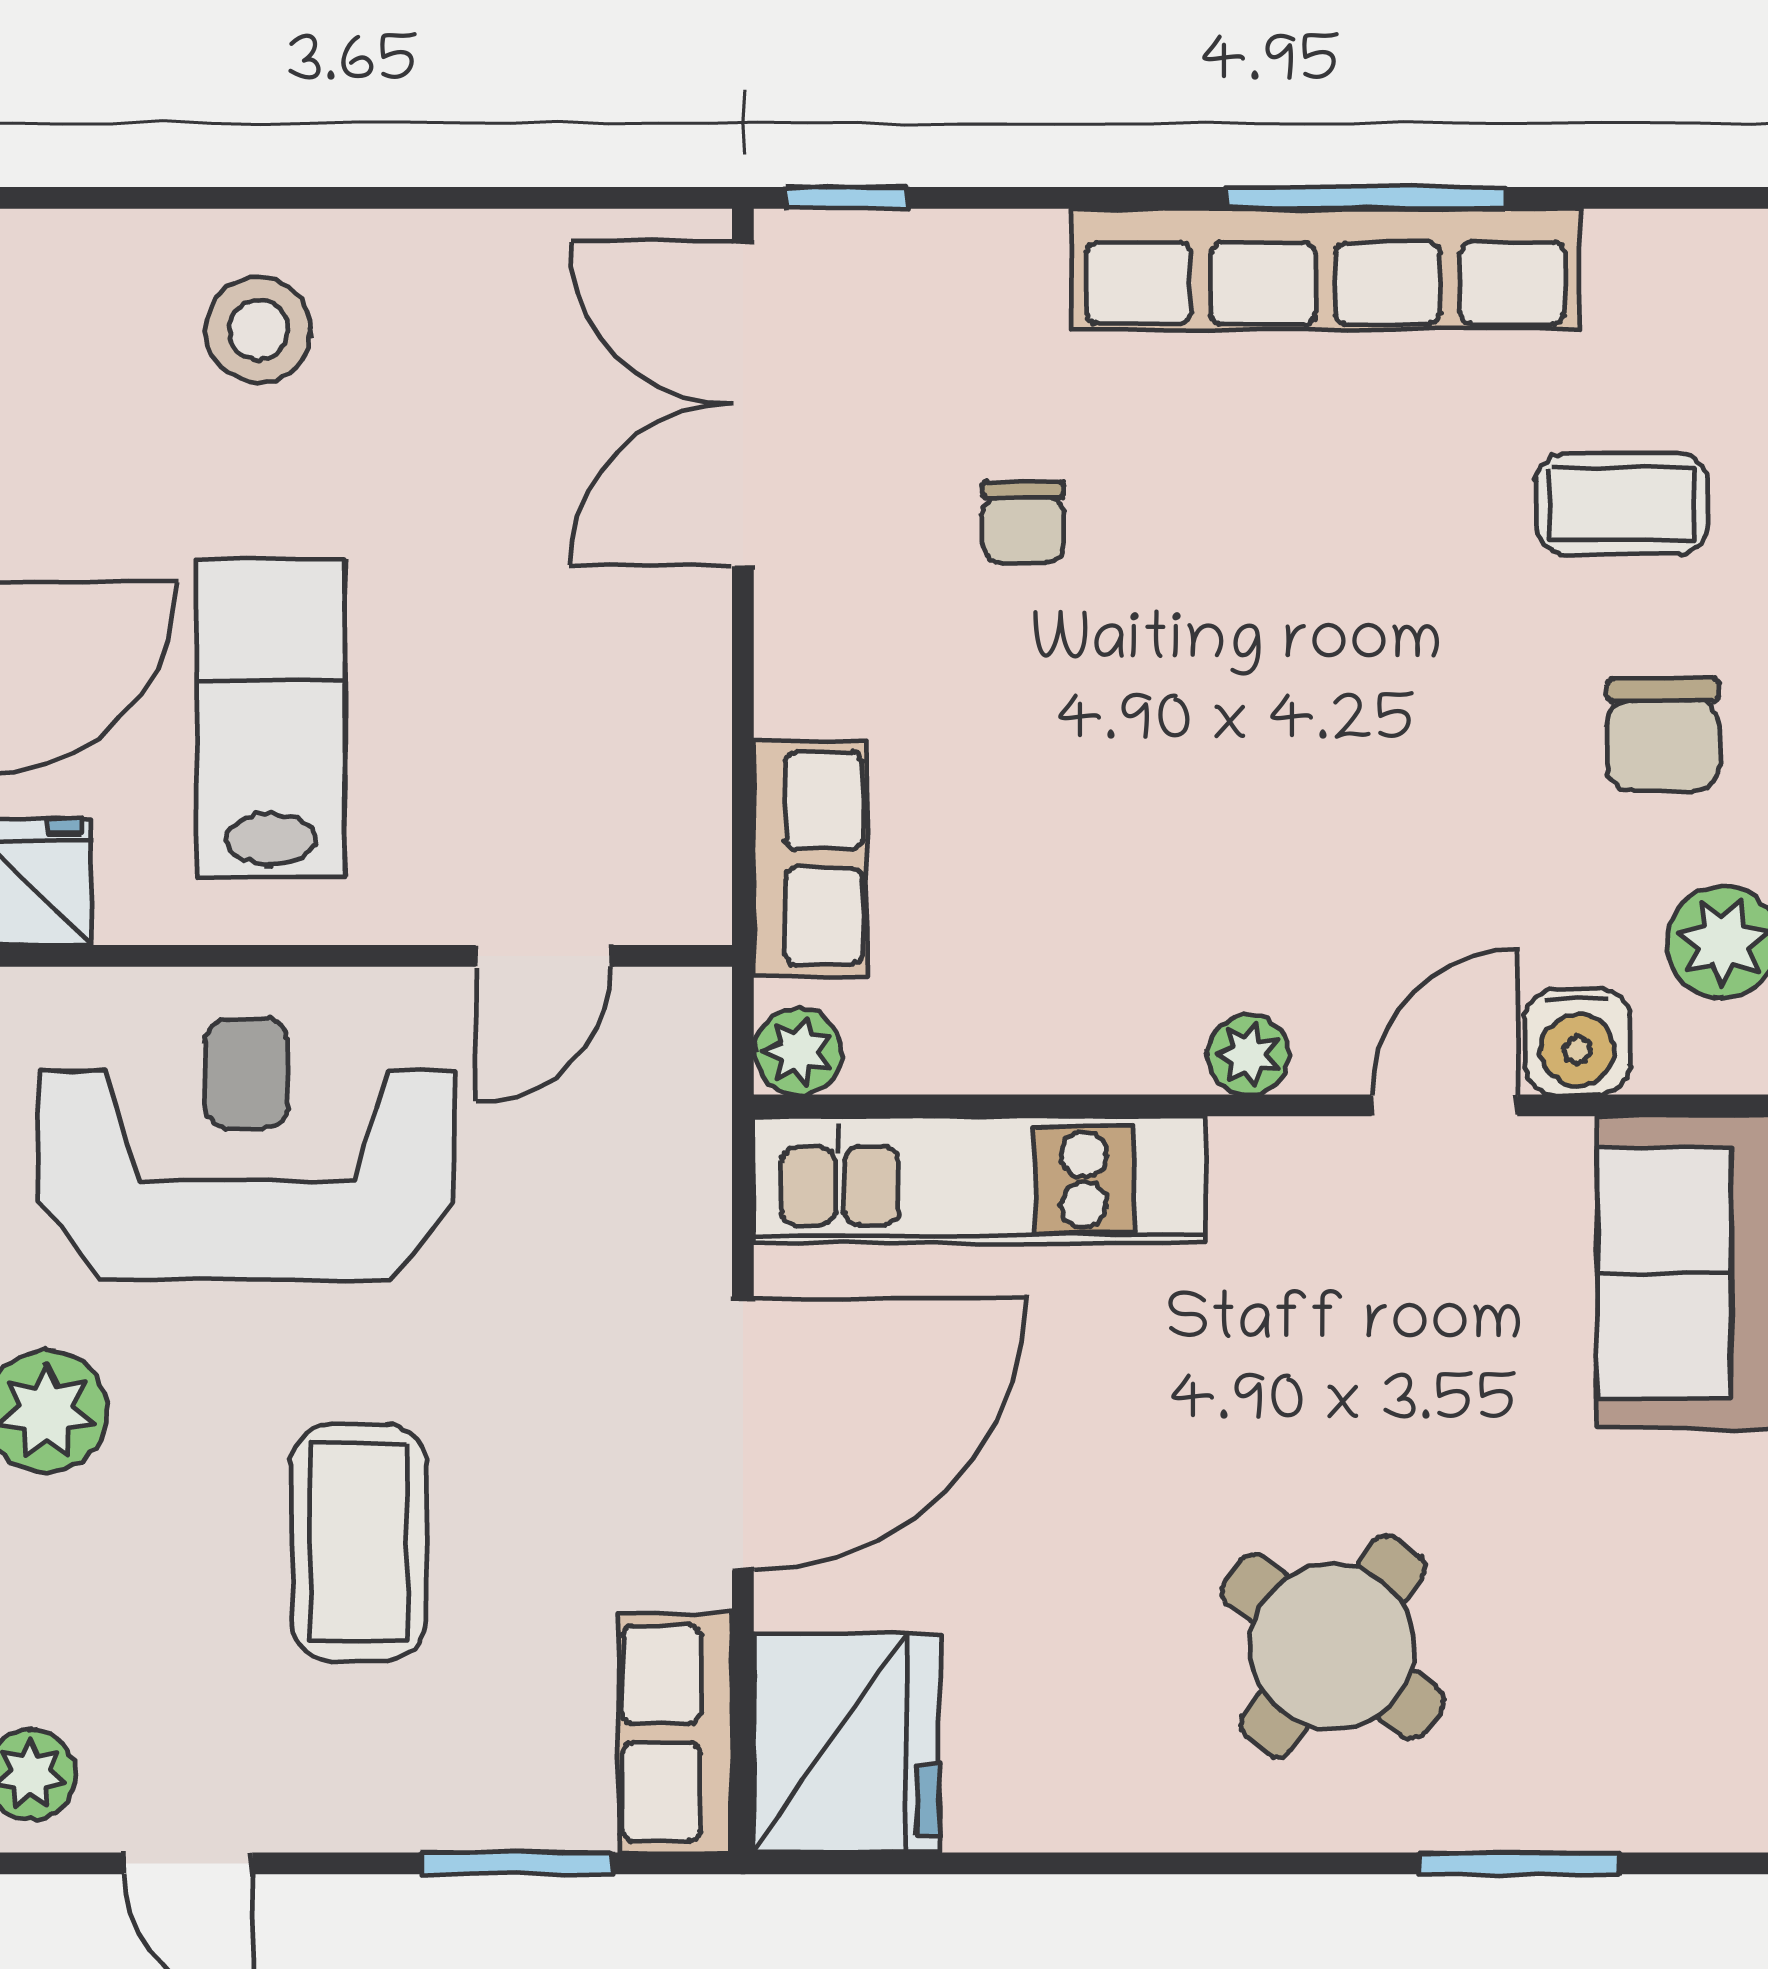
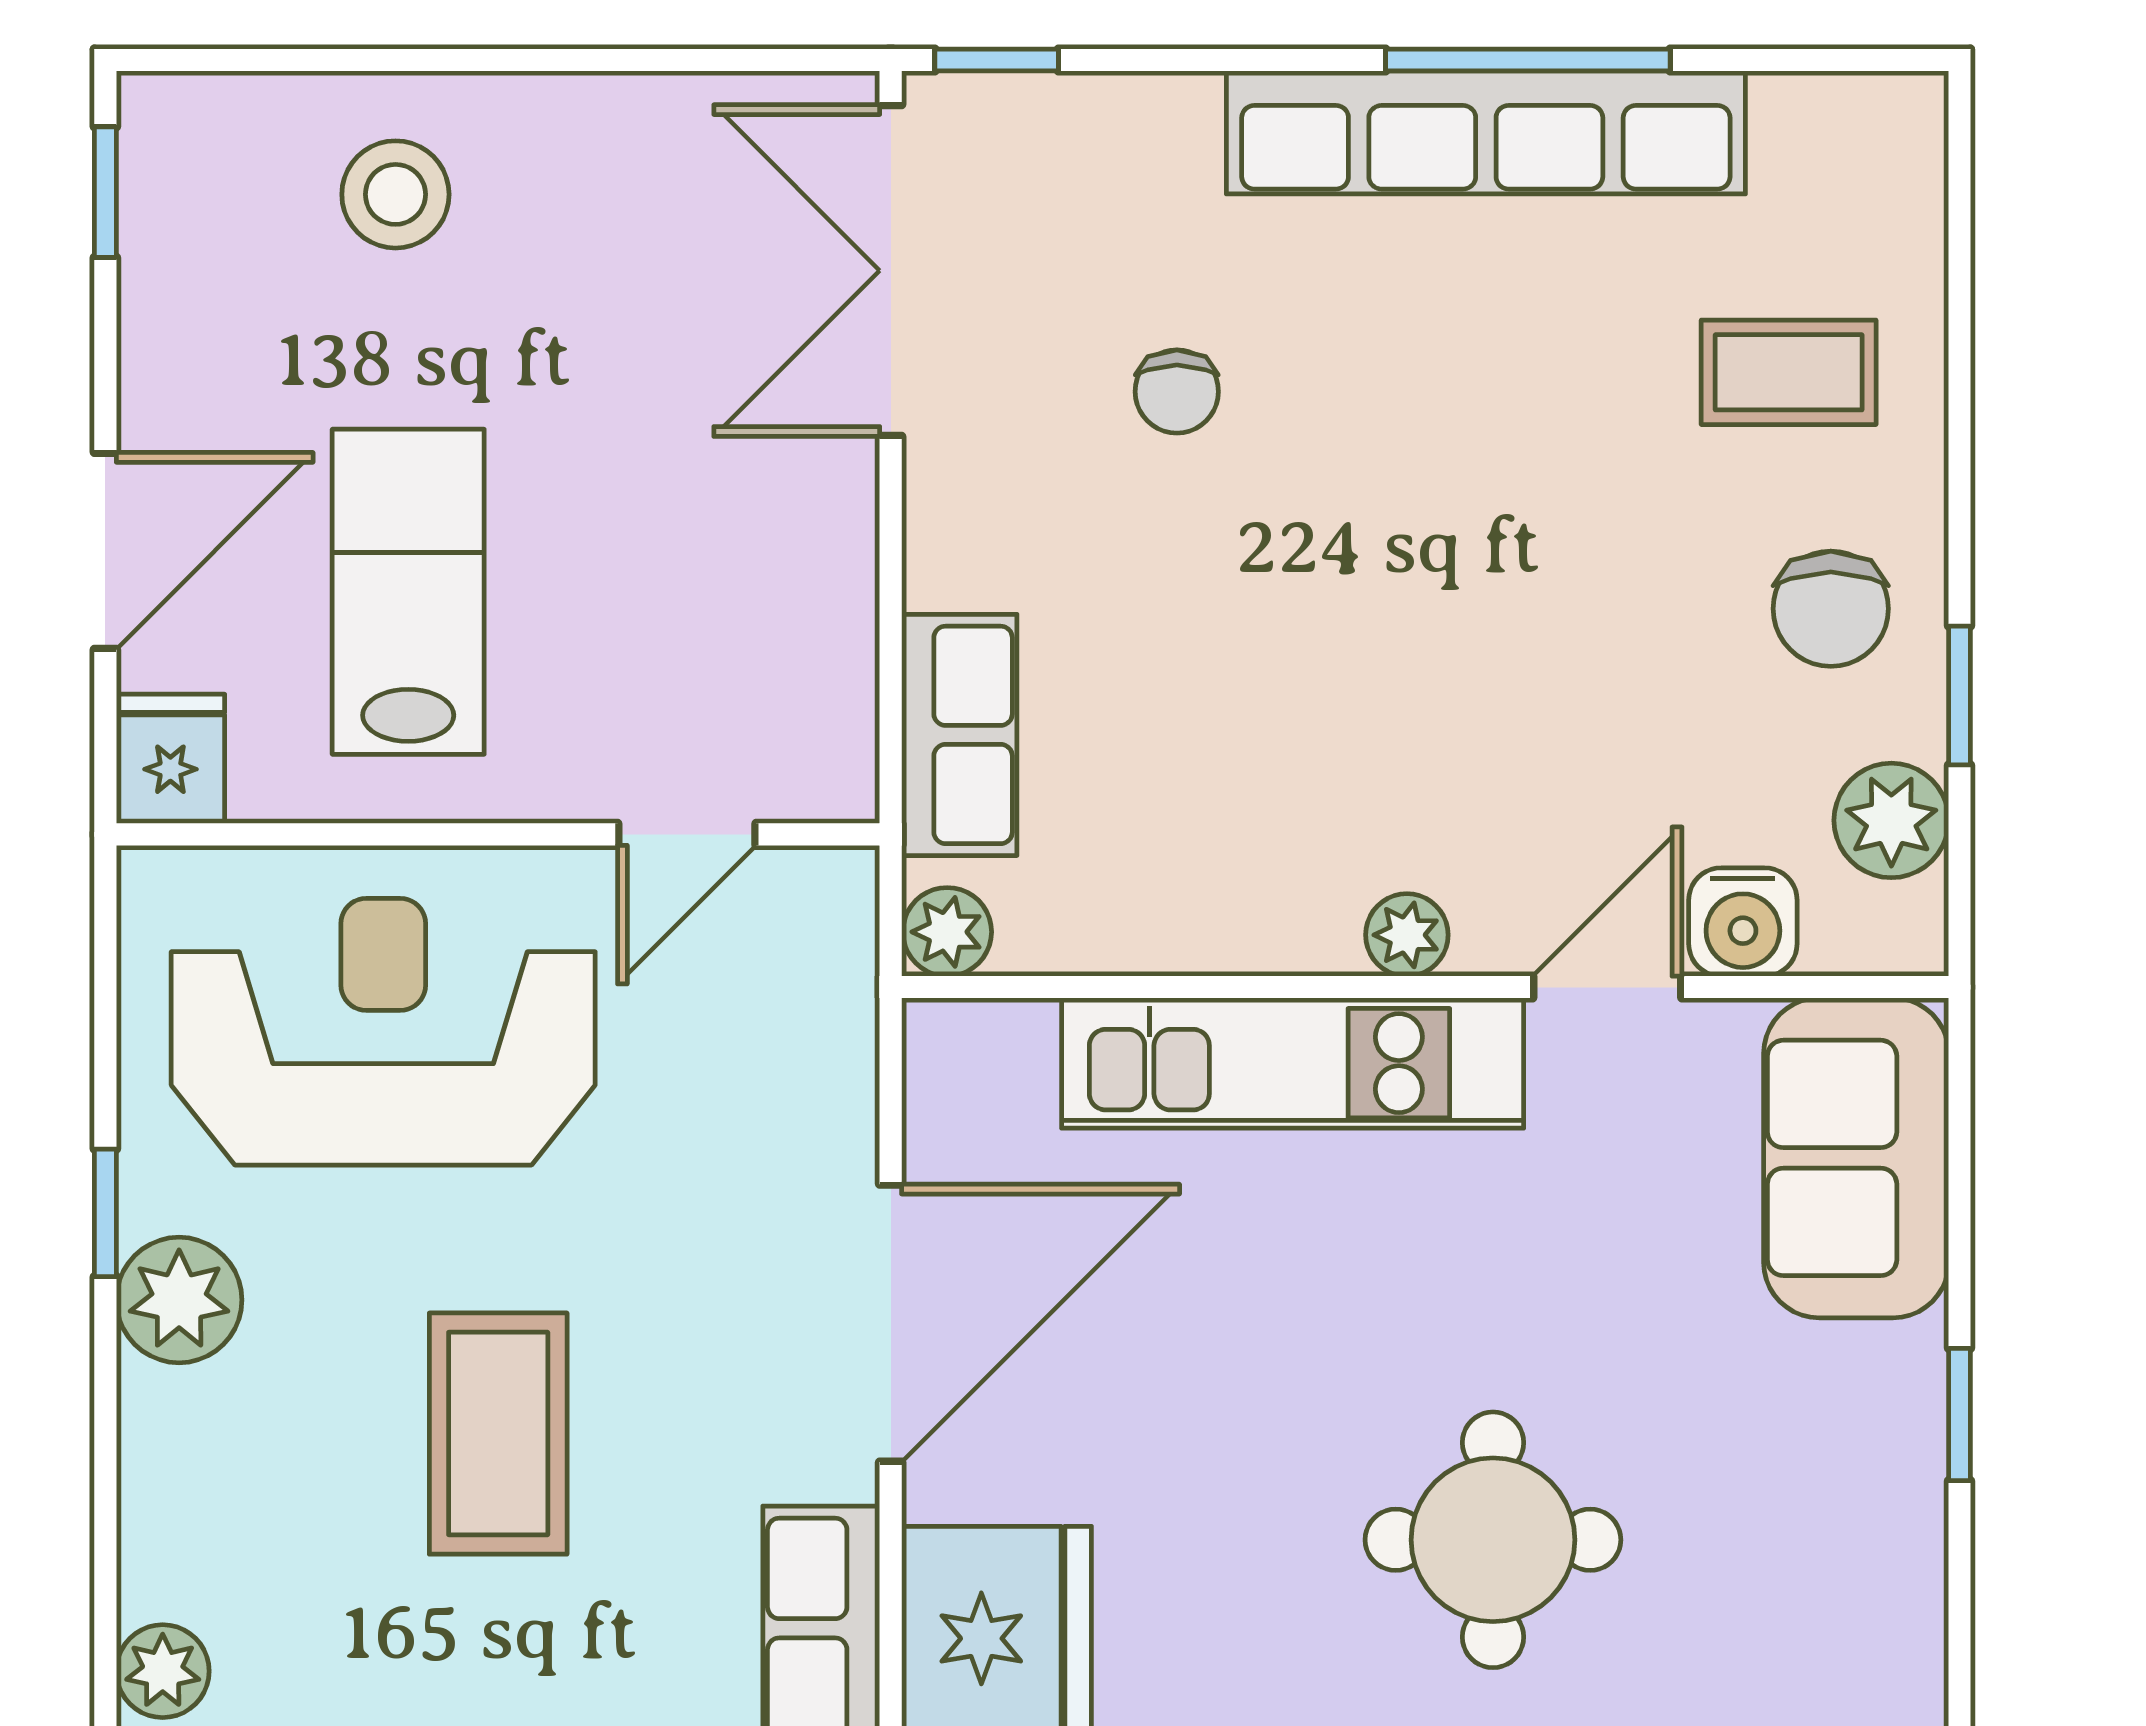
kitchen unit: (980, 1180) -> (1293, 1063), moved
round table: (1333, 1646) -> (1493, 1540), turned -37

